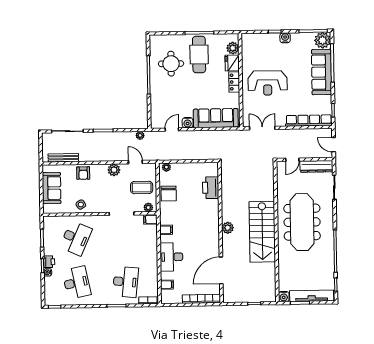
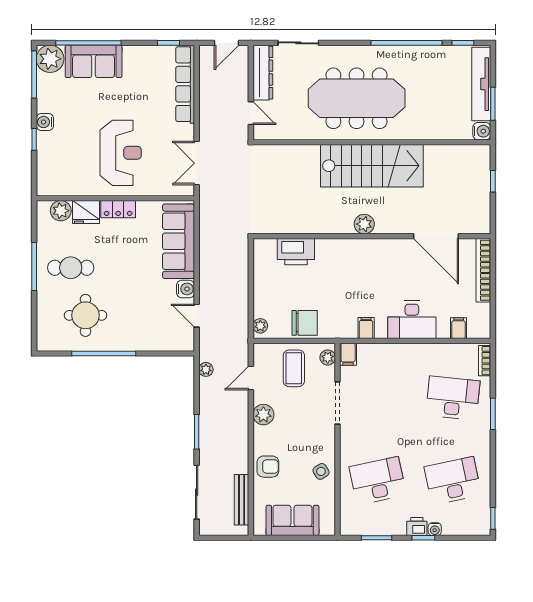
cafe table: (199, 54) -> (71, 268), width x0.73, depth x0.74
sofa: (322, 72) -> (94, 61), width x0.73
desk: (76, 238) -> (378, 481), turned -36

